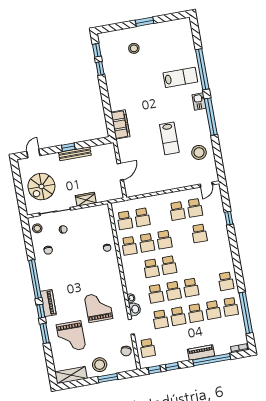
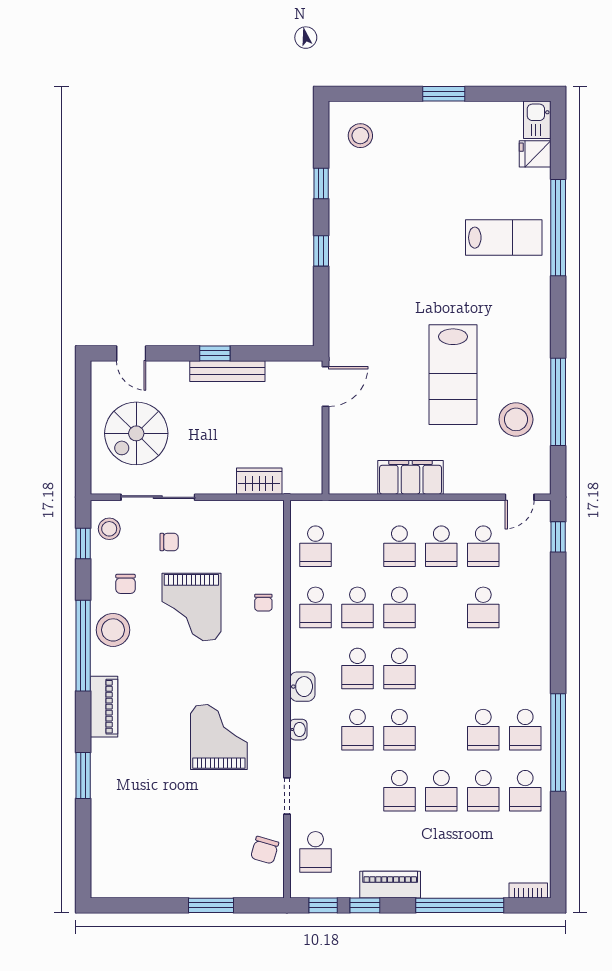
fridge: (187, 40) -> (535, 154), added
stool: (134, 48) -> (360, 136), moved
window: (97, 50) -> (321, 251), moved
kitchen sink: (199, 102) -> (537, 120), moved
window: (211, 117) -> (558, 402), moved
filing cabinet: (120, 124) -> (410, 477), moved, turned -90
lab bench: (169, 138) -> (453, 375), width x1.36, depth x1.39
door: (33, 153) -> (131, 353), swing flipped
door: (120, 172) -> (325, 387), moved
wardrobe: (86, 199) -> (259, 481), moved
school desk: (142, 217) -> (399, 546), moved
window: (229, 218) -> (558, 537), moved
school desk: (191, 288) -> (483, 730), moved
washbasin: (135, 309) -> (302, 687), moved
window: (41, 311) -> (83, 543), moved
window: (246, 313) -> (558, 742), moved
school desk: (160, 319) -> (357, 791), removed
grand piano: (71, 337) -> (191, 607), moved
piano: (201, 353) -> (390, 885), moved
stool: (100, 365) -> (113, 630), moved
shelving: (71, 375) -> (127, 884), removed

